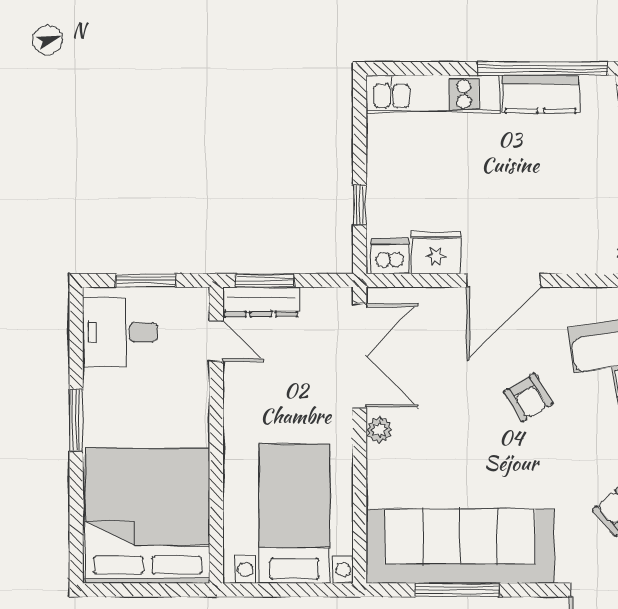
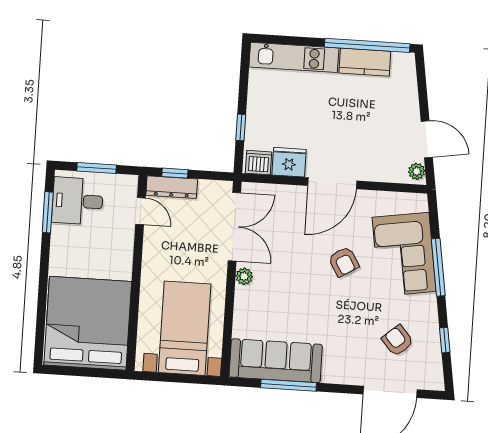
window: (264, 280) -> (175, 173), width x0.67
window: (76, 420) -> (48, 212), moved
sofa: (460, 546) -> (276, 361), width x0.74, depth x0.79

